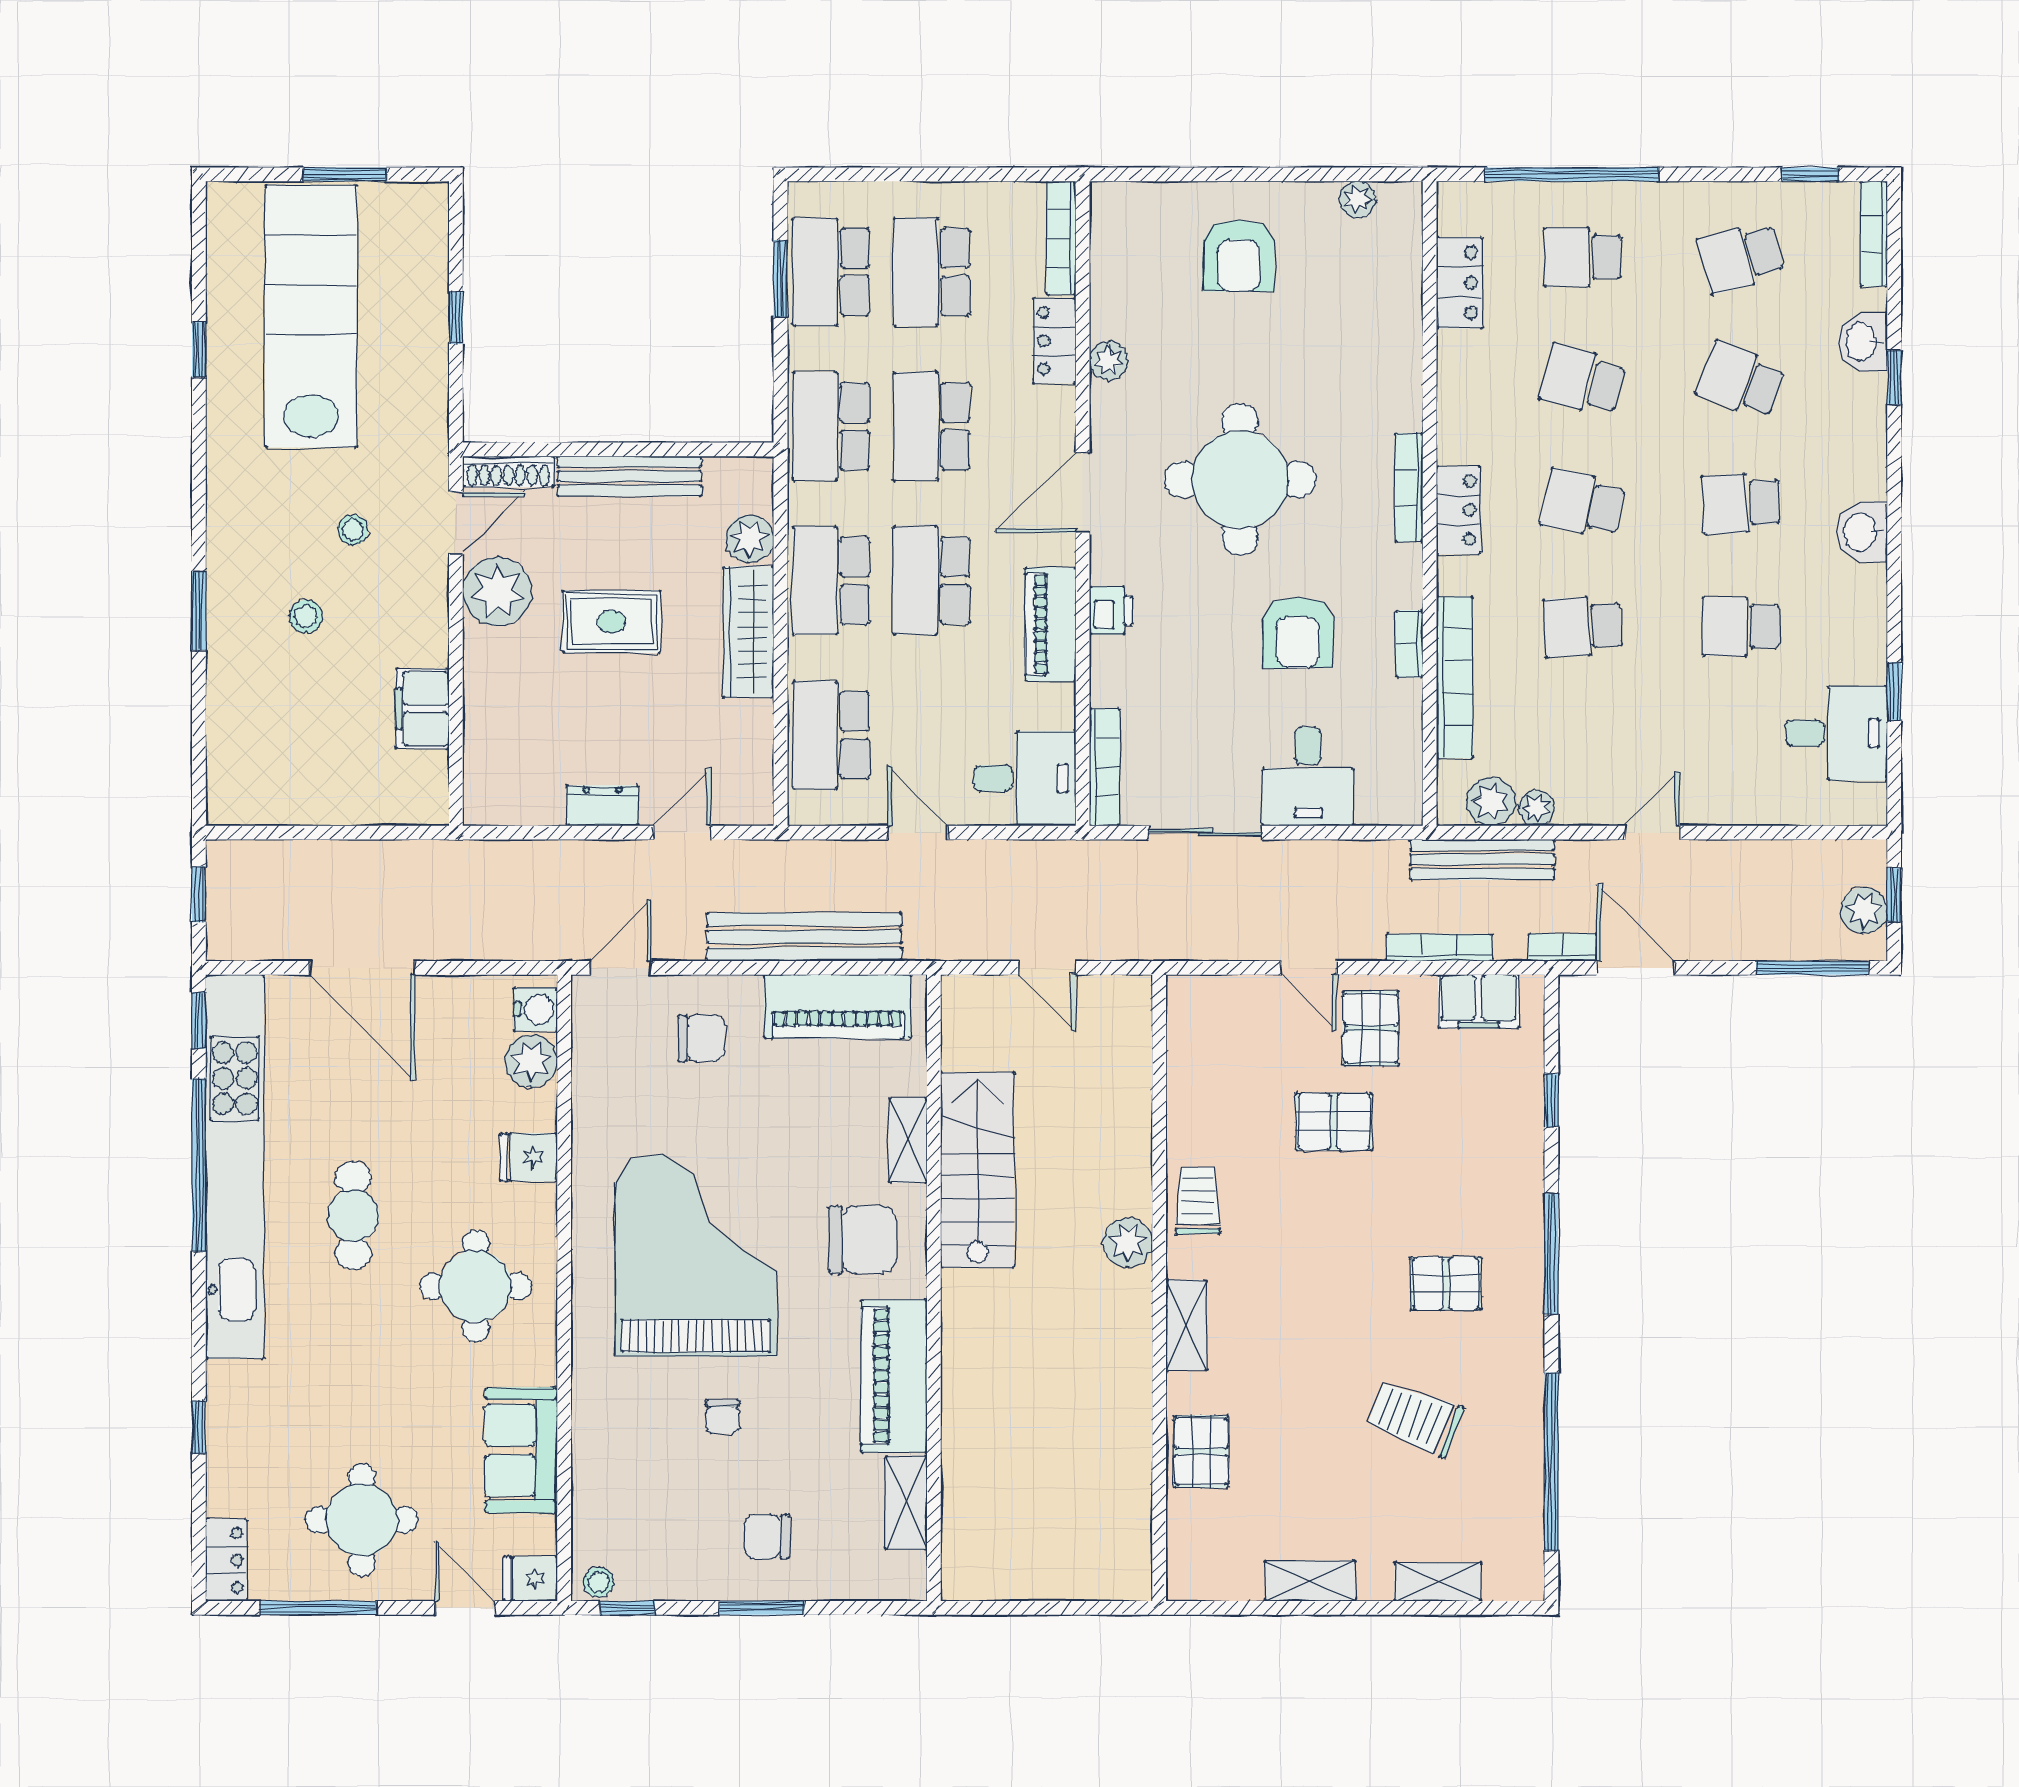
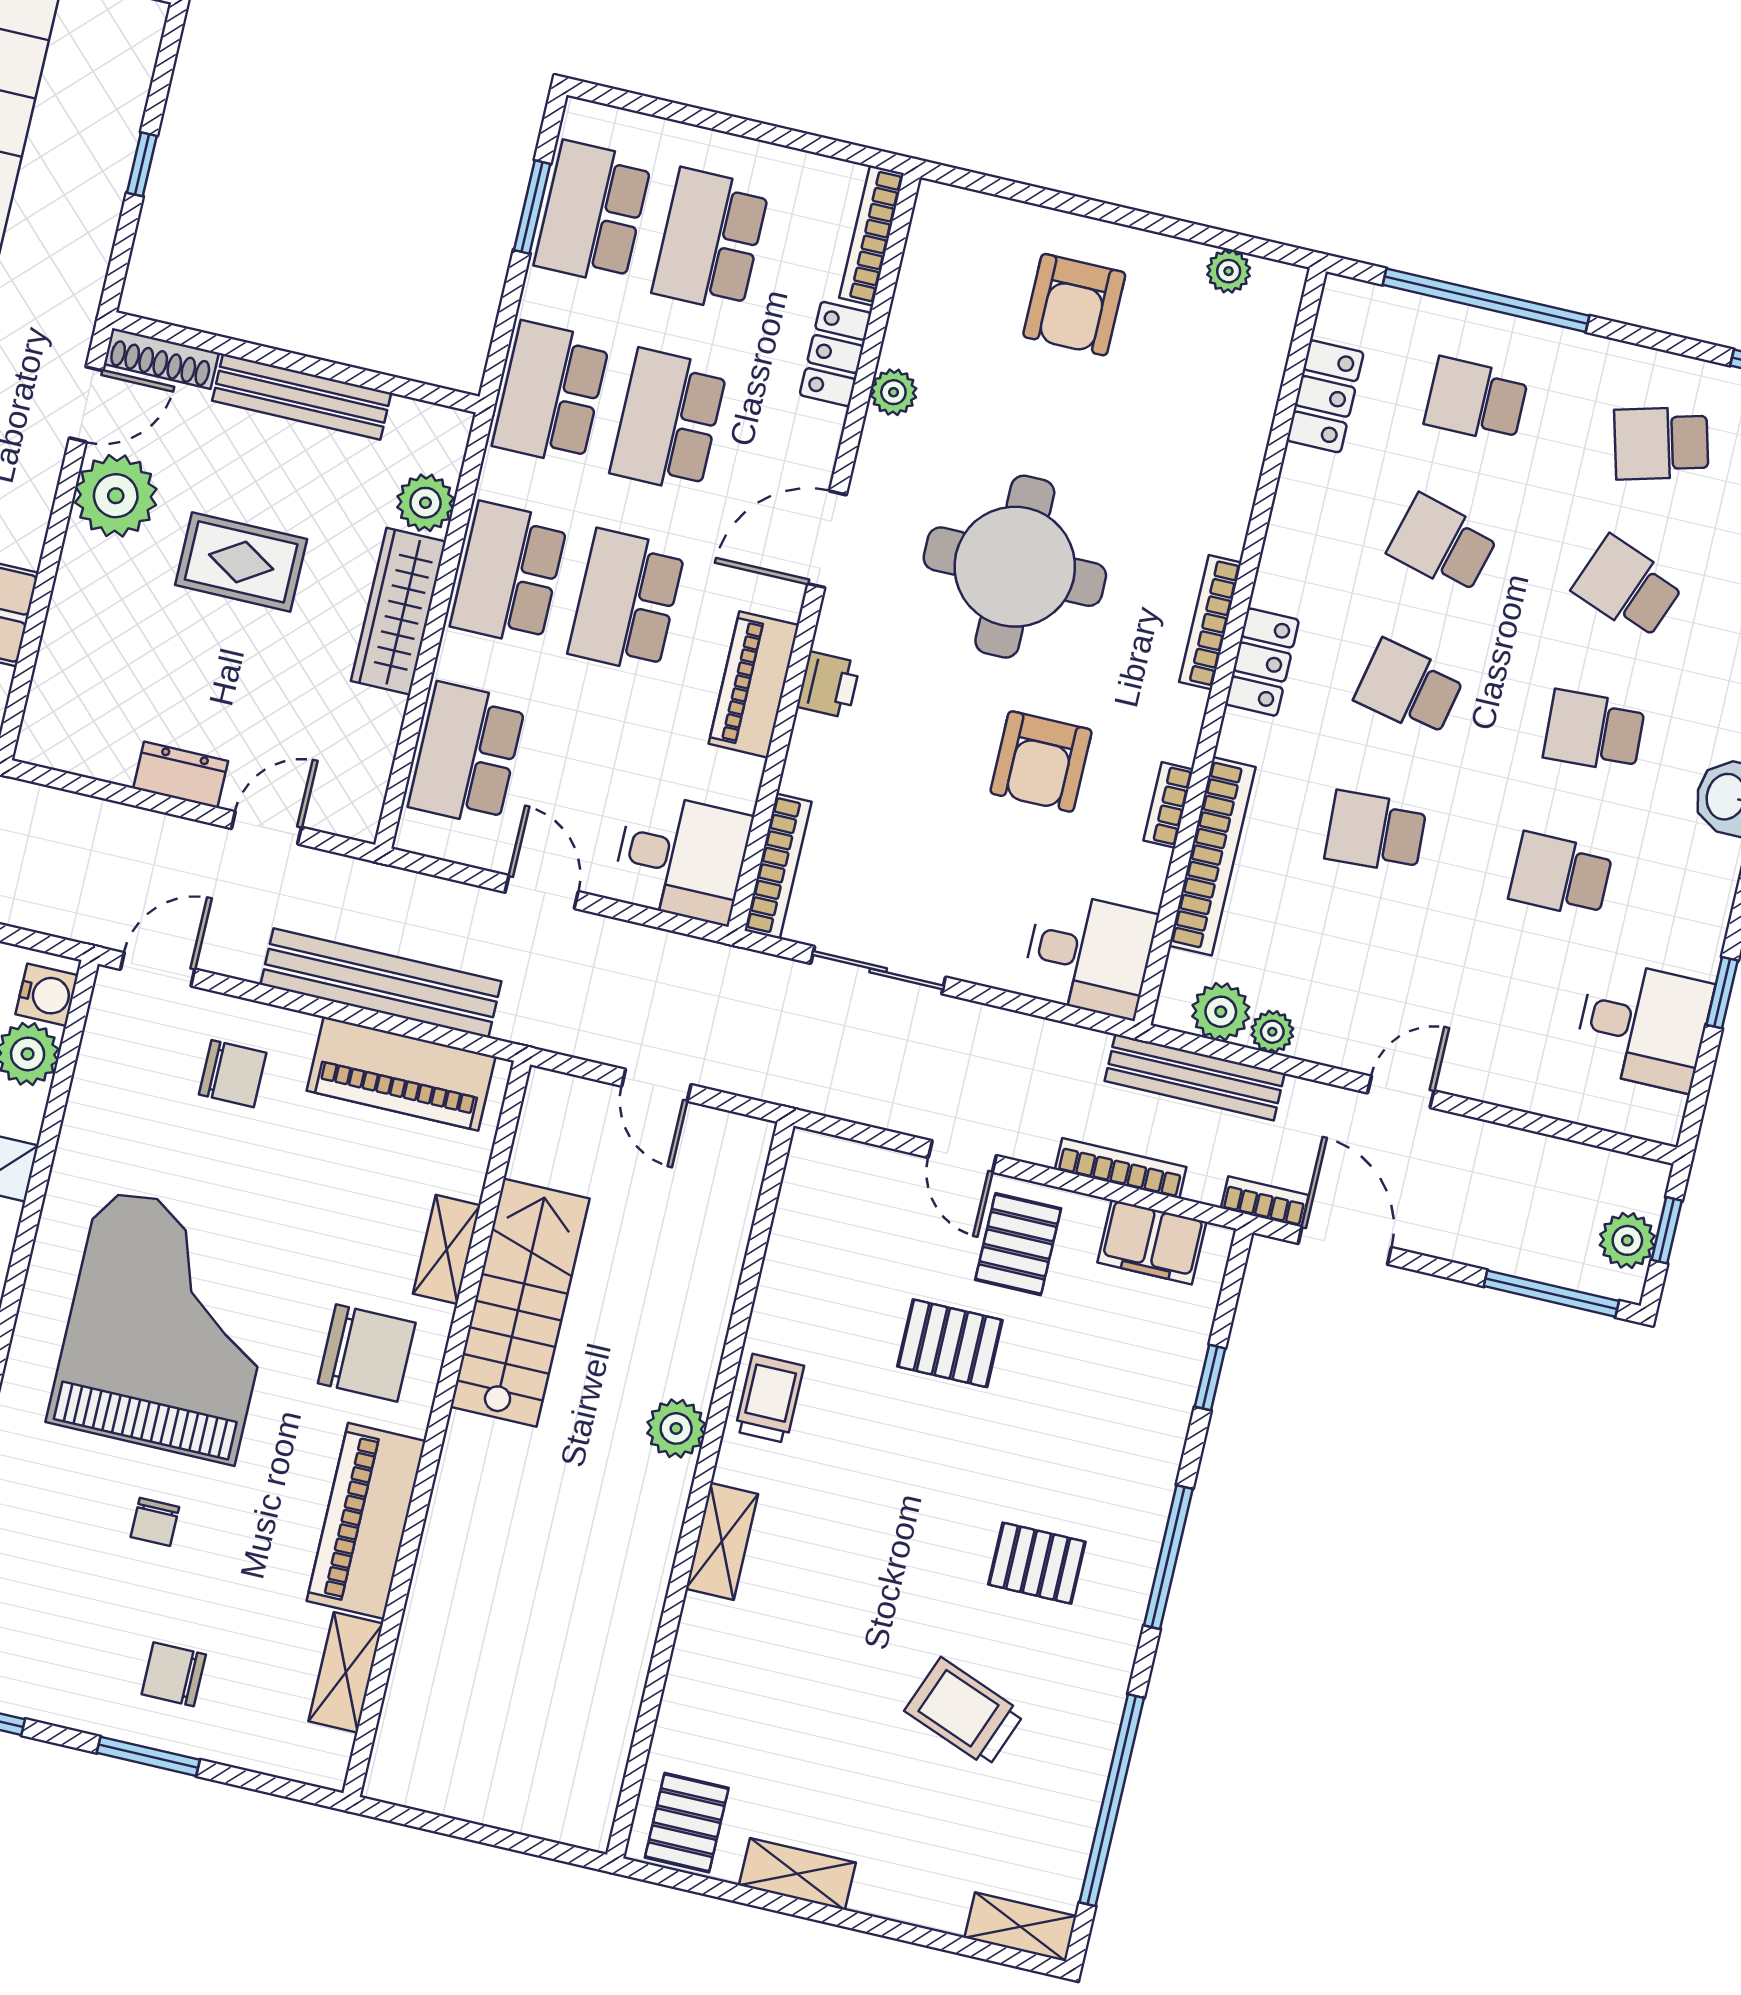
desk: (1308, 776) -> (1089, 955), moved, turned -90
pallet: (1201, 1451) -> (687, 1823), moved
shelving: (1438, 1582) -> (1020, 1927), moved

